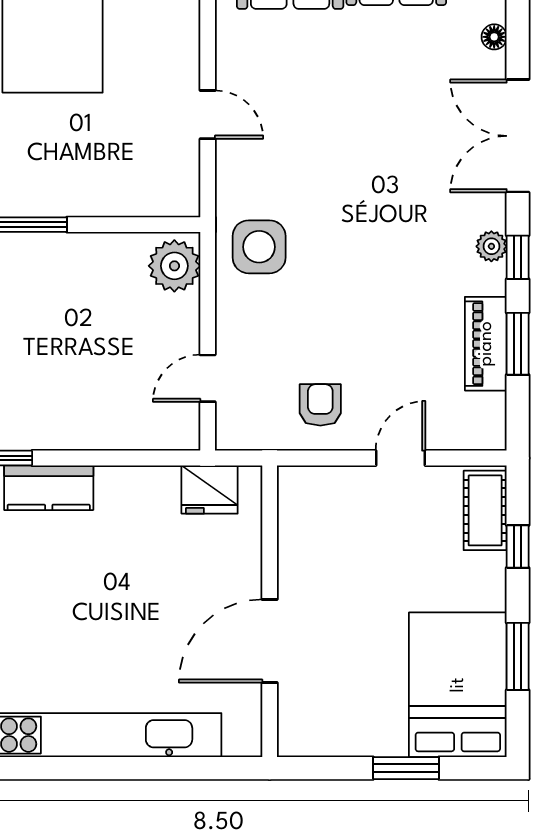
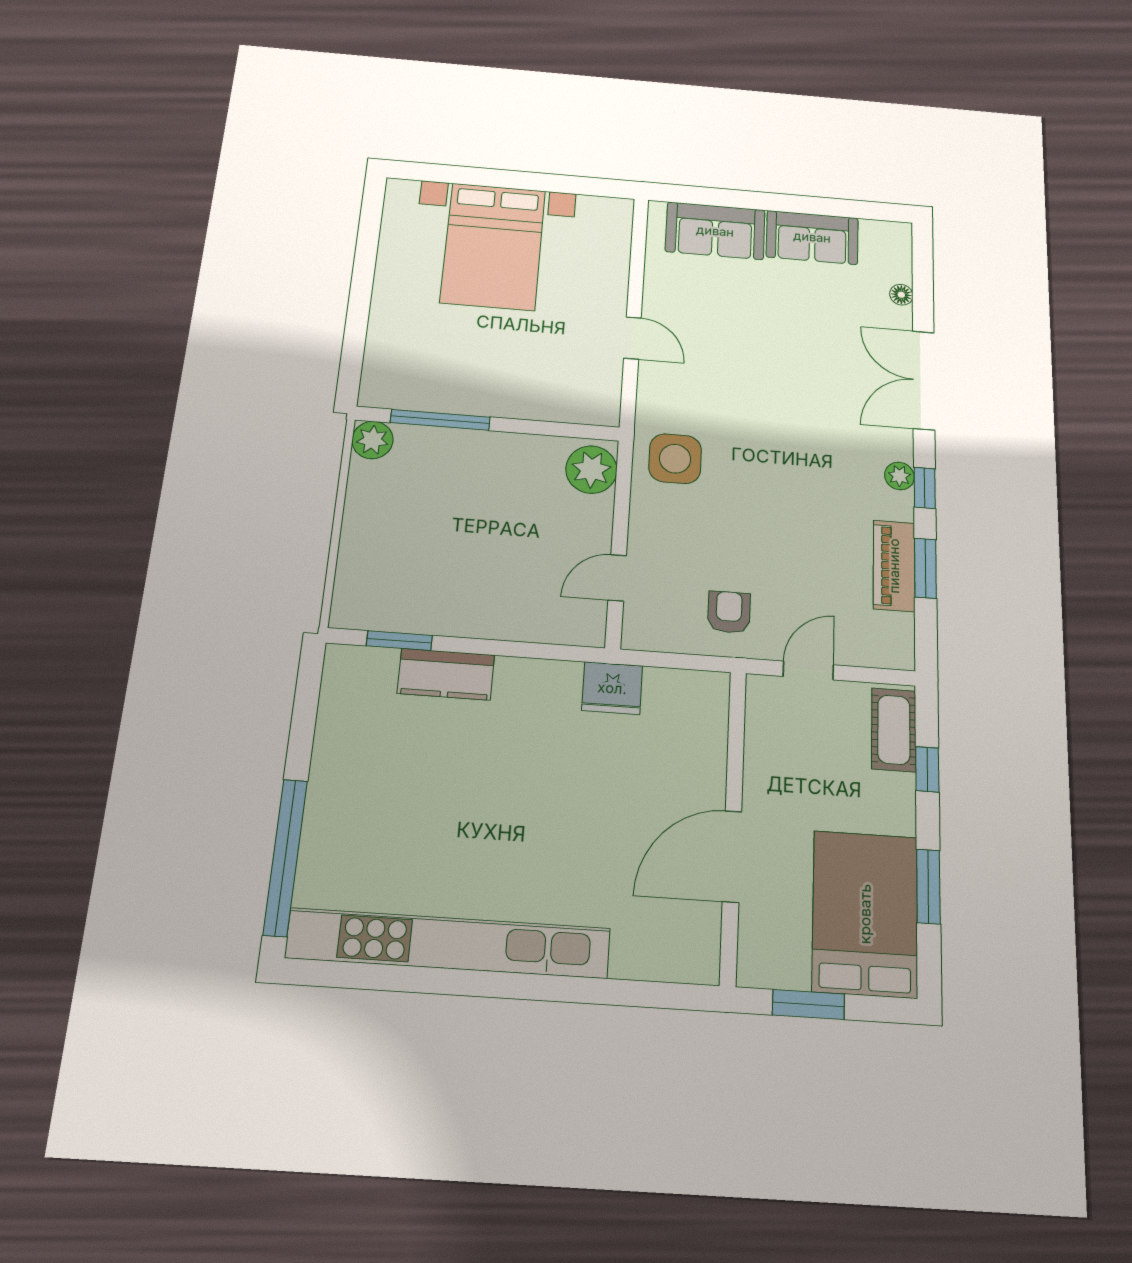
wall: (270, 611) -> (733, 824), moved
door: (270, 641) -> (732, 856), moved

